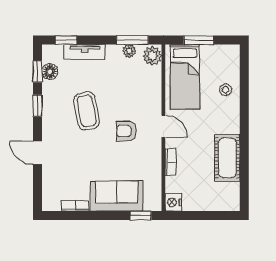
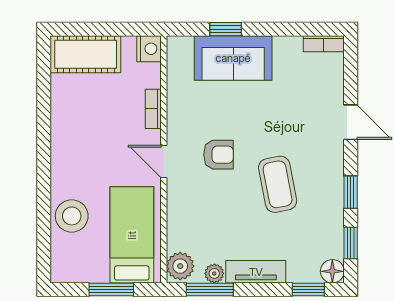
tv unit: (85, 52) -> (256, 272), moved
floor lamp: (50, 72) -> (332, 271), moved
stool: (225, 90) -> (72, 216), width x1.89, depth x1.89
cot: (227, 158) -> (86, 54), moved, turned 90
bookcase: (75, 206) -> (324, 44), moved
window: (141, 216) -> (226, 29), moved

